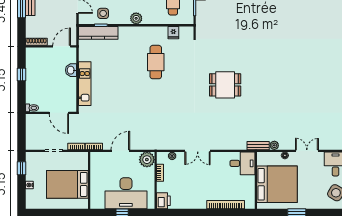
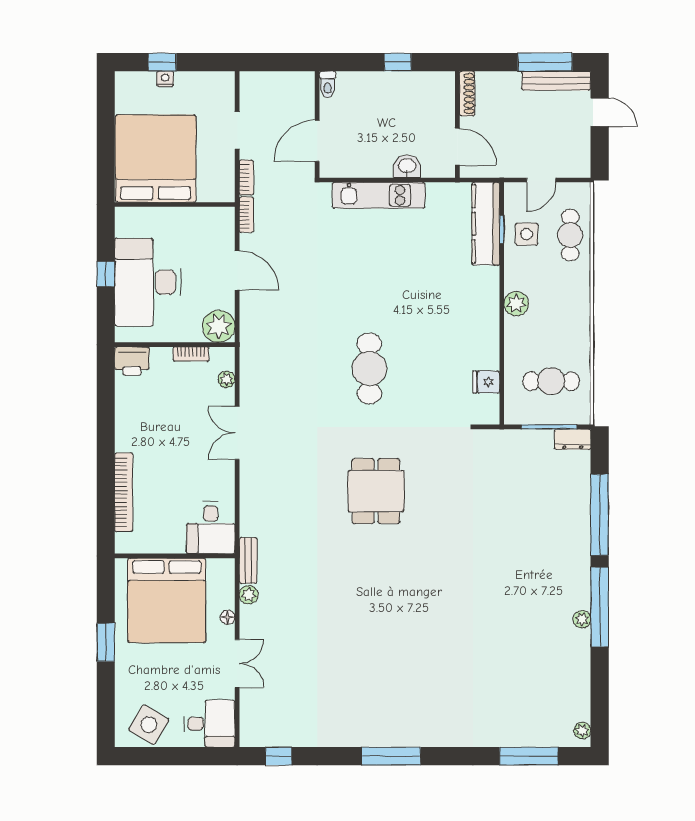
cafe table: (156, 62) -> (369, 369), moved, turned 90
window: (22, 168) -> (162, 62), moved
bed: (67, 184) -> (156, 159), width x1.36

